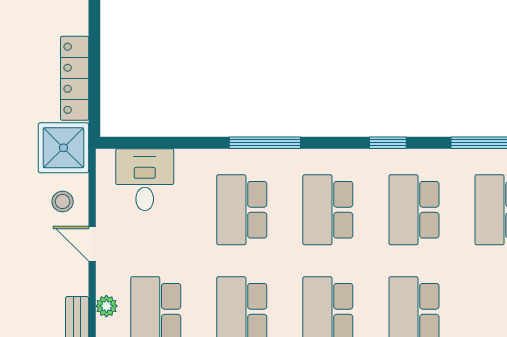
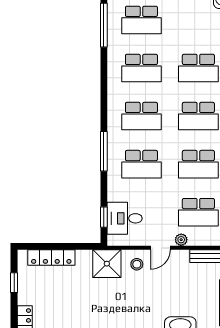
locker: (75, 78) -> (51, 258), moved
window: (388, 143) -> (104, 217), moved
plant: (106, 306) -> (181, 240), moved

